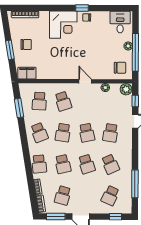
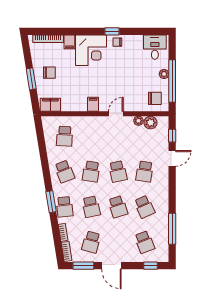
filing cabinet: (44, 17) -> (69, 42), added
filing cabinet: (65, 73) -> (93, 104), added
door: (85, 81) -> (116, 114), hinge flipped
plant: (126, 89) -> (150, 123), moved
school desk: (63, 101) -> (91, 136), removed
window: (19, 108) -> (51, 202), moved
school desk: (110, 196) -> (145, 242), turned -45

